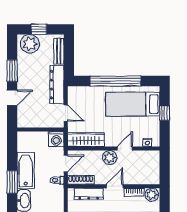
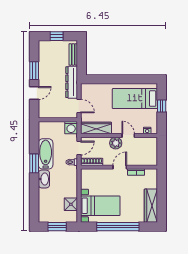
plant: (30, 44) -> (49, 48), removed
window: (115, 81) -> (121, 79), removed
door: (125, 148) -> (128, 136), hinge flipped
dresser: (89, 194) -> (98, 173), removed
plant: (152, 195) -> (151, 174), removed

